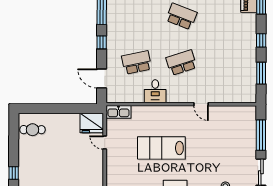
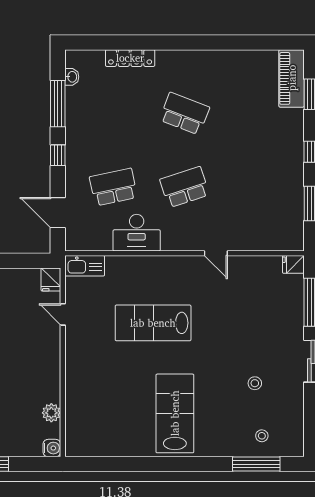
desk: (155, 91) -> (137, 233), width x1.37
fridge: (250, 111) -> (293, 264), added
fridge: (92, 123) -> (51, 280), width x0.53, depth x0.75

